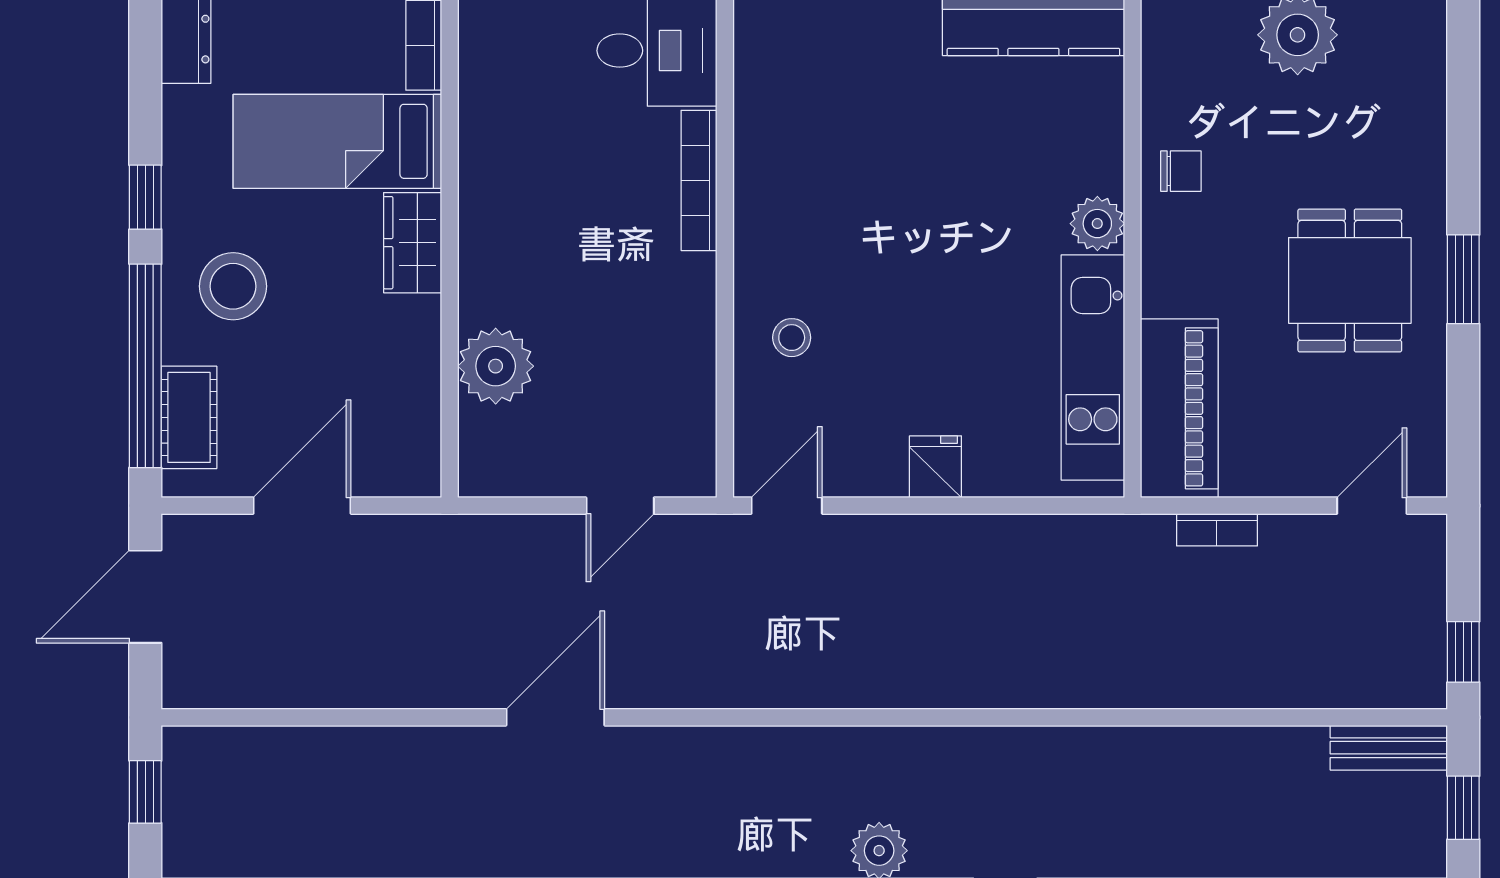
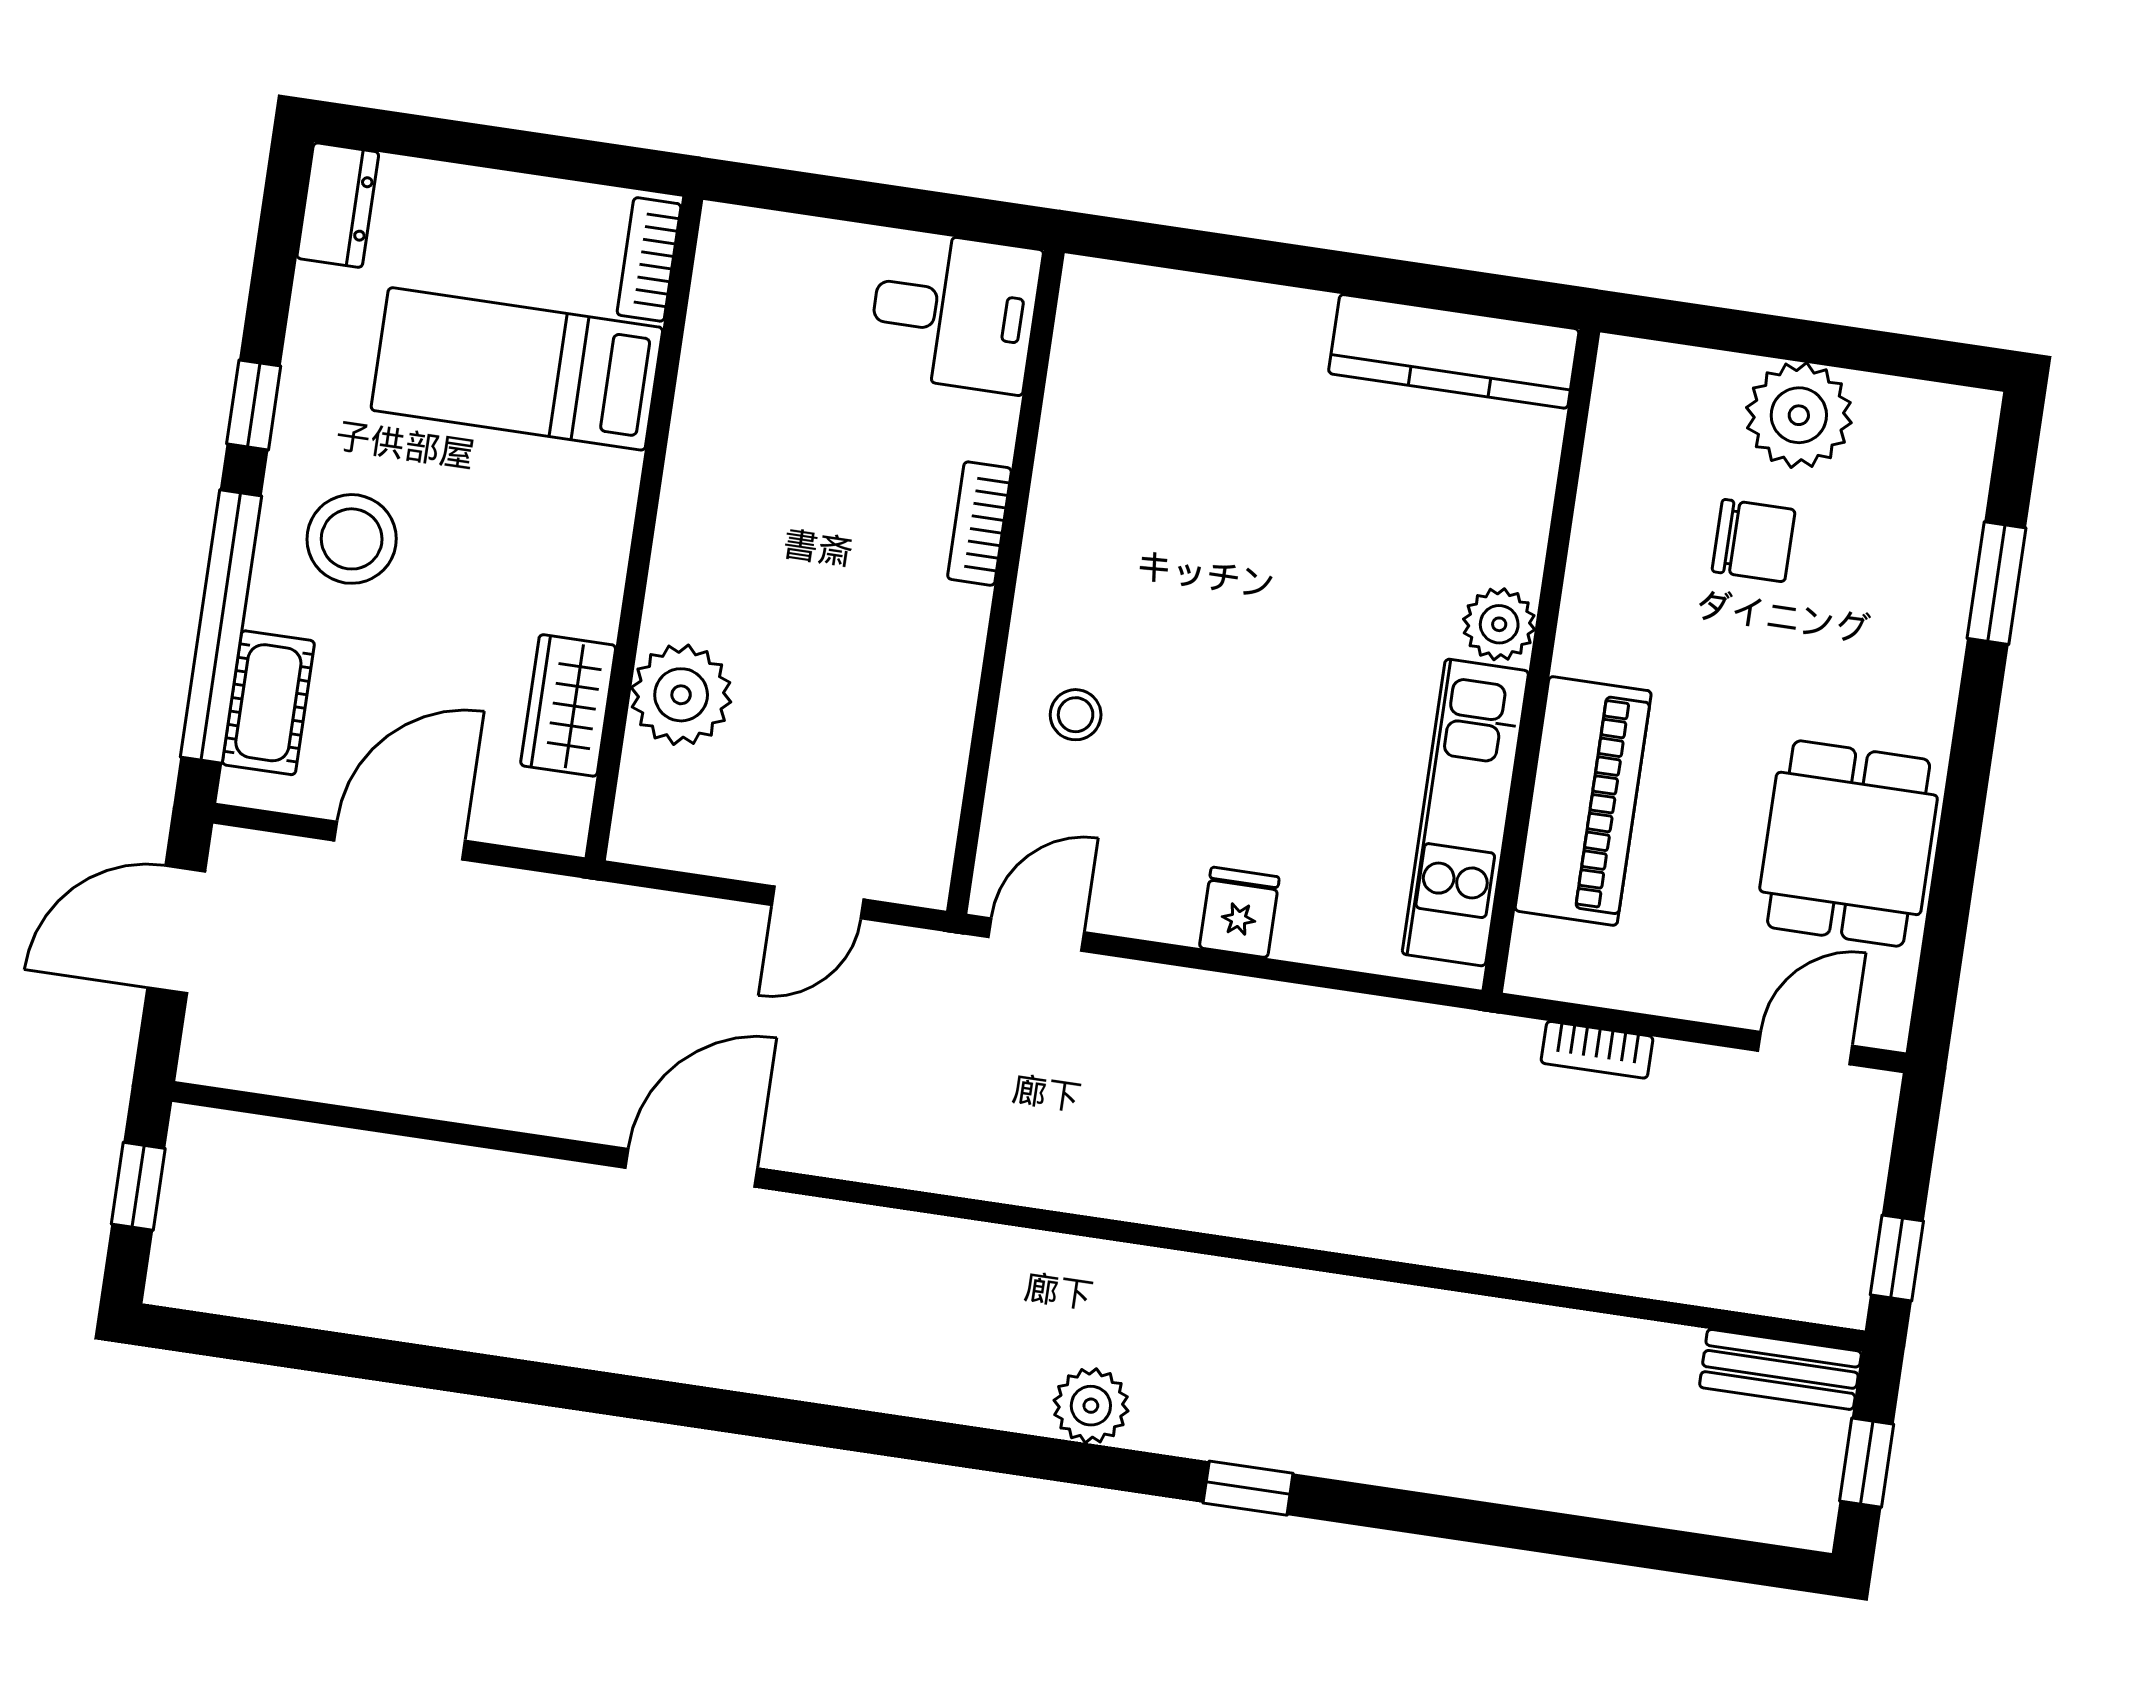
chair: (1181, 171) -> (1754, 541), moved, width x1.37, depth x1.37
bookcase: (699, 180) -> (979, 524), width x0.64
wardrobe: (413, 243) -> (568, 705), moved
window: (1463, 279) -> (1997, 583), moved
dining table: (1350, 280) -> (1849, 843), moved
piano: (1179, 408) -> (1583, 801), moved

